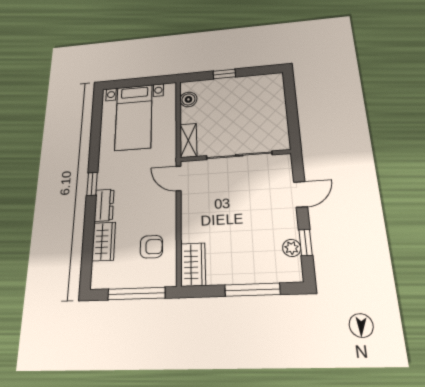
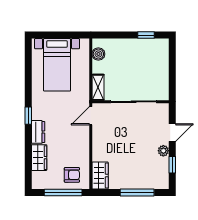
window: (224, 74) -> (146, 35), moved
door: (179, 178) -> (91, 116), hinge flipped
armchair: (151, 247) -> (72, 175), moved
plant: (292, 248) -> (163, 151), moved

